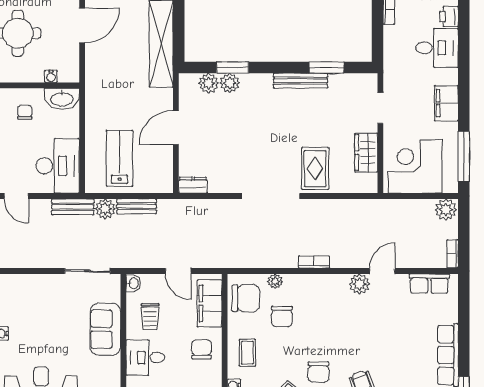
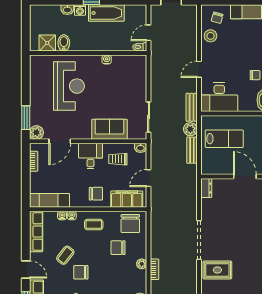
plant: (275, 281) -> (142, 264), moved

